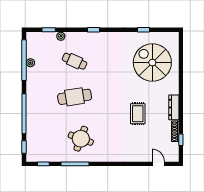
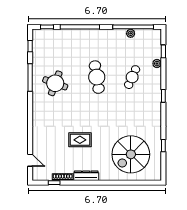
spiral stairs: (152, 63) -> (131, 154), turned 180
door: (158, 164) -> (30, 160), hinge flipped

